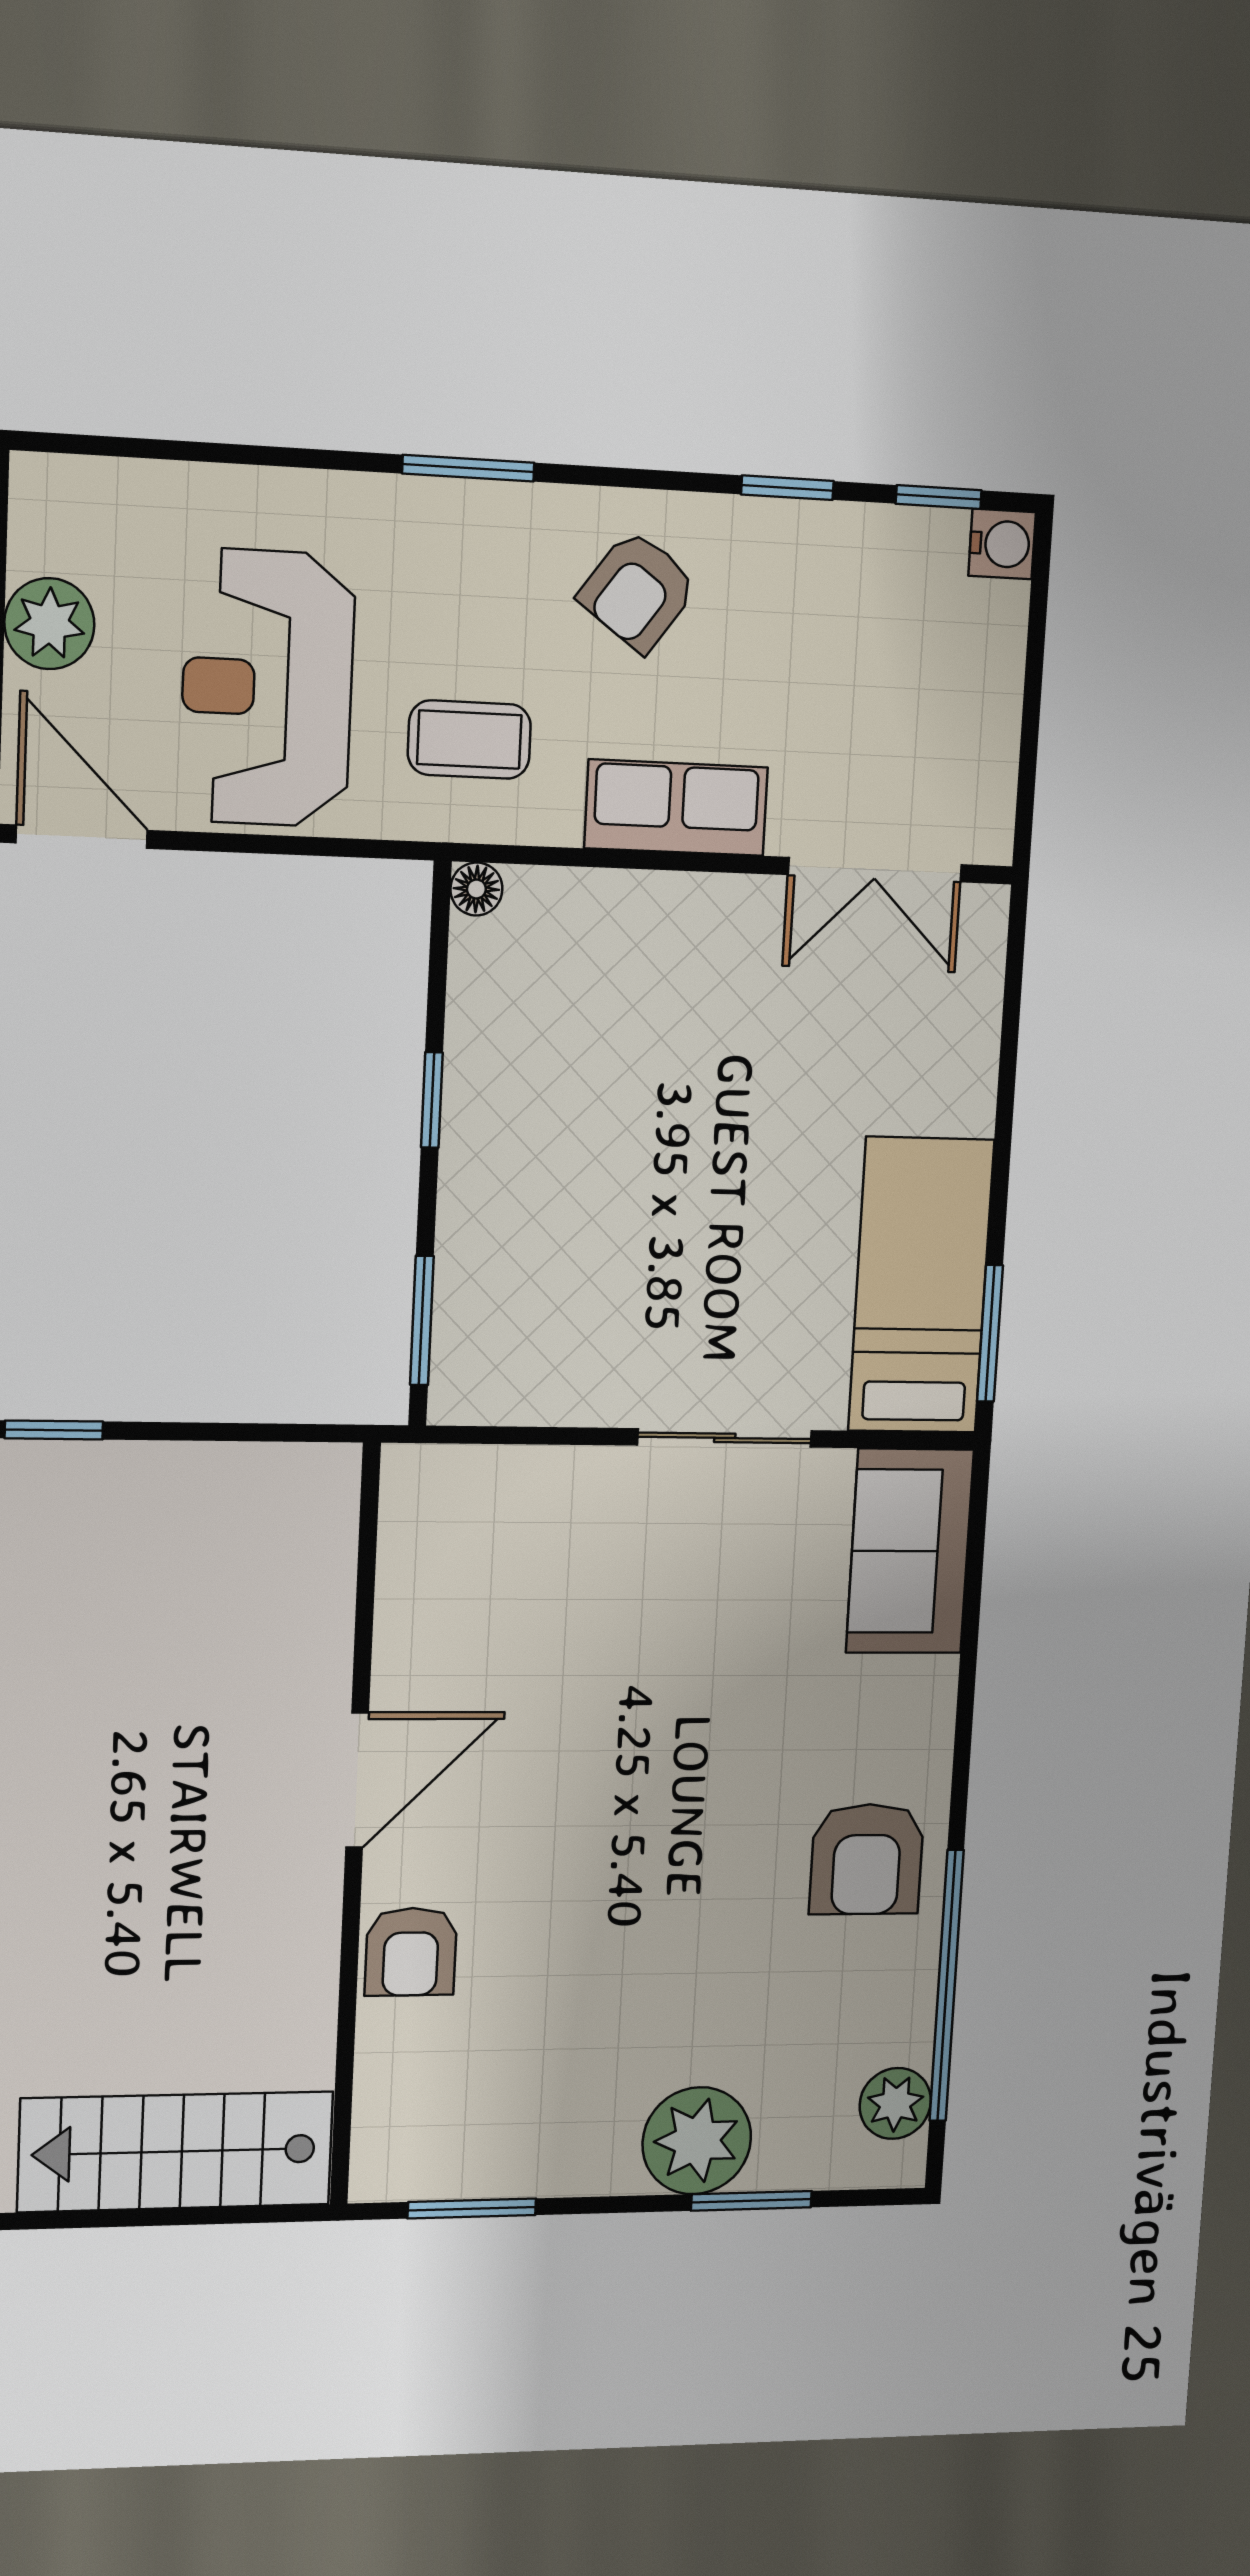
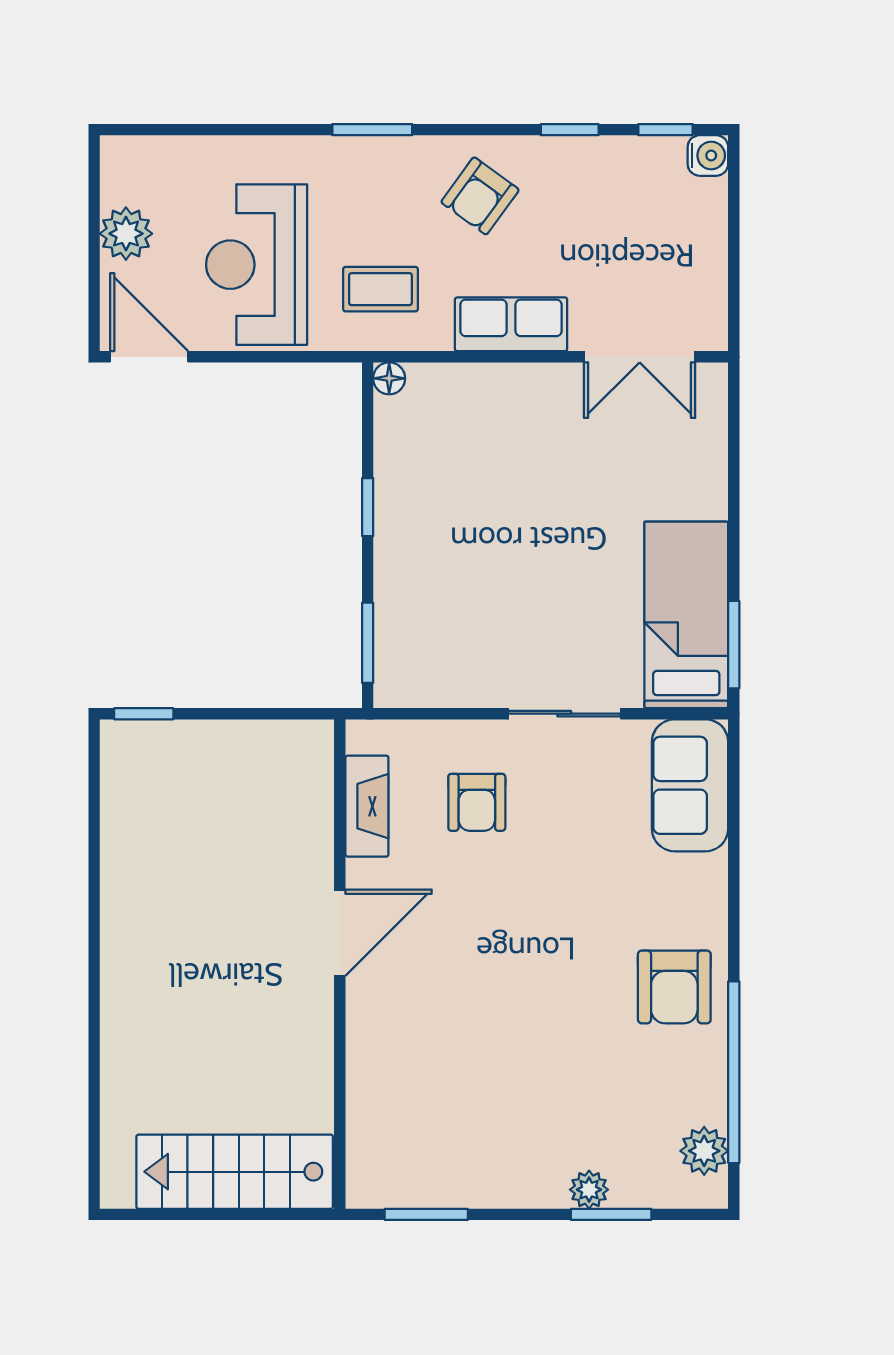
fireplace: (409, 1581) -> (367, 806), added
armchair: (411, 1952) -> (477, 802), moved
plant: (697, 2141) -> (589, 1190), width x0.53, depth x0.53

